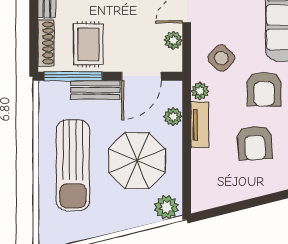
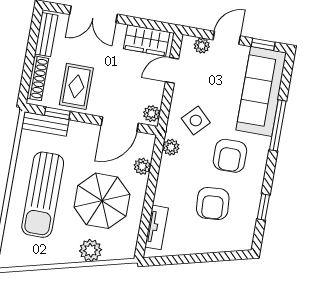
plant: (173, 40) -> (152, 114), moved
window: (73, 76) -> (57, 113), width x0.46
bench: (95, 90) -> (45, 124), moved
tv unit: (200, 125) -> (157, 227), moved
plant: (166, 207) -> (90, 250), moved

